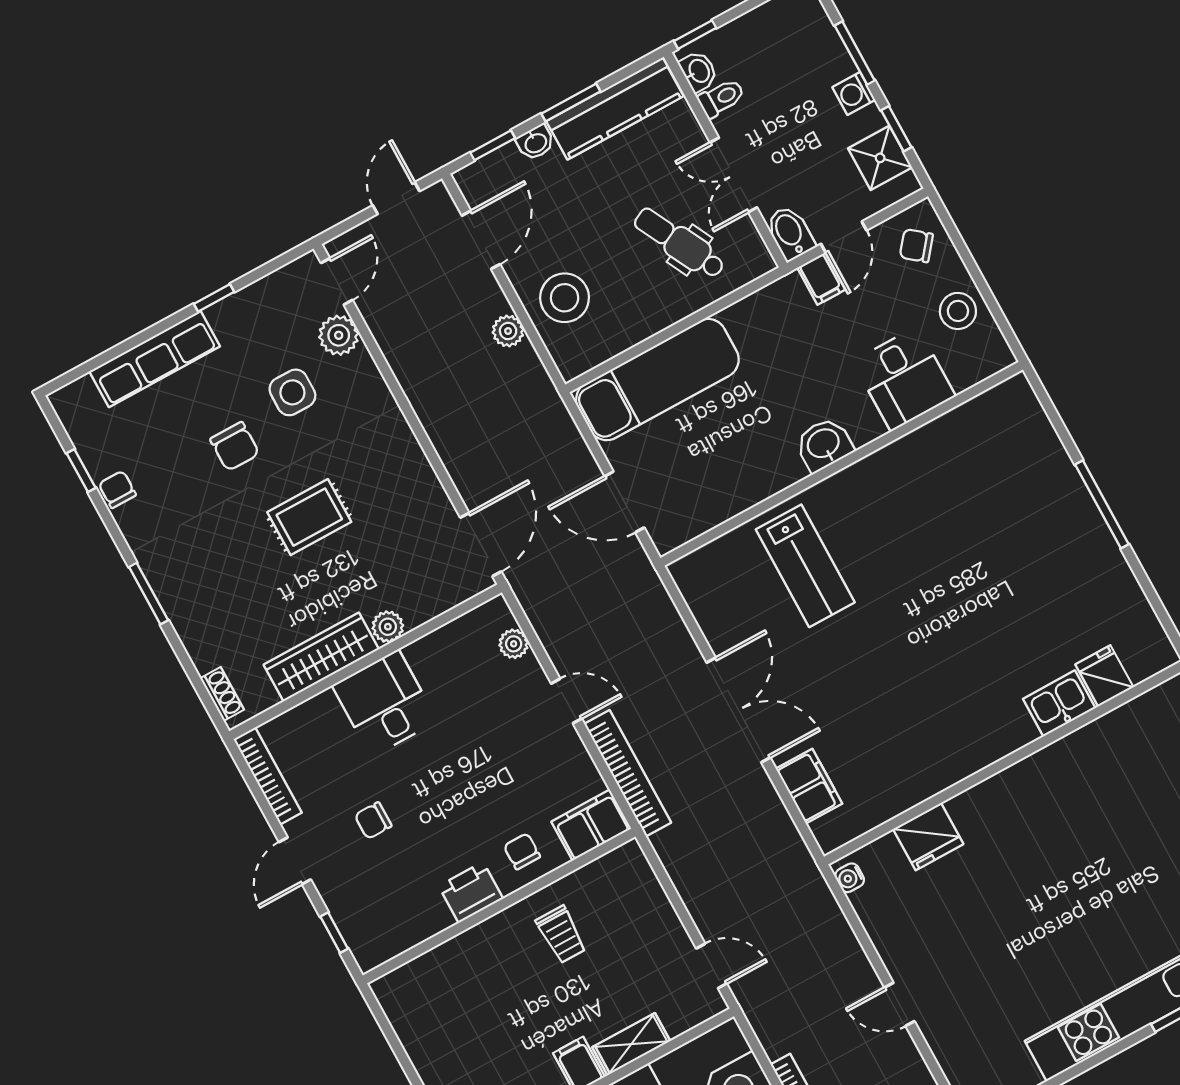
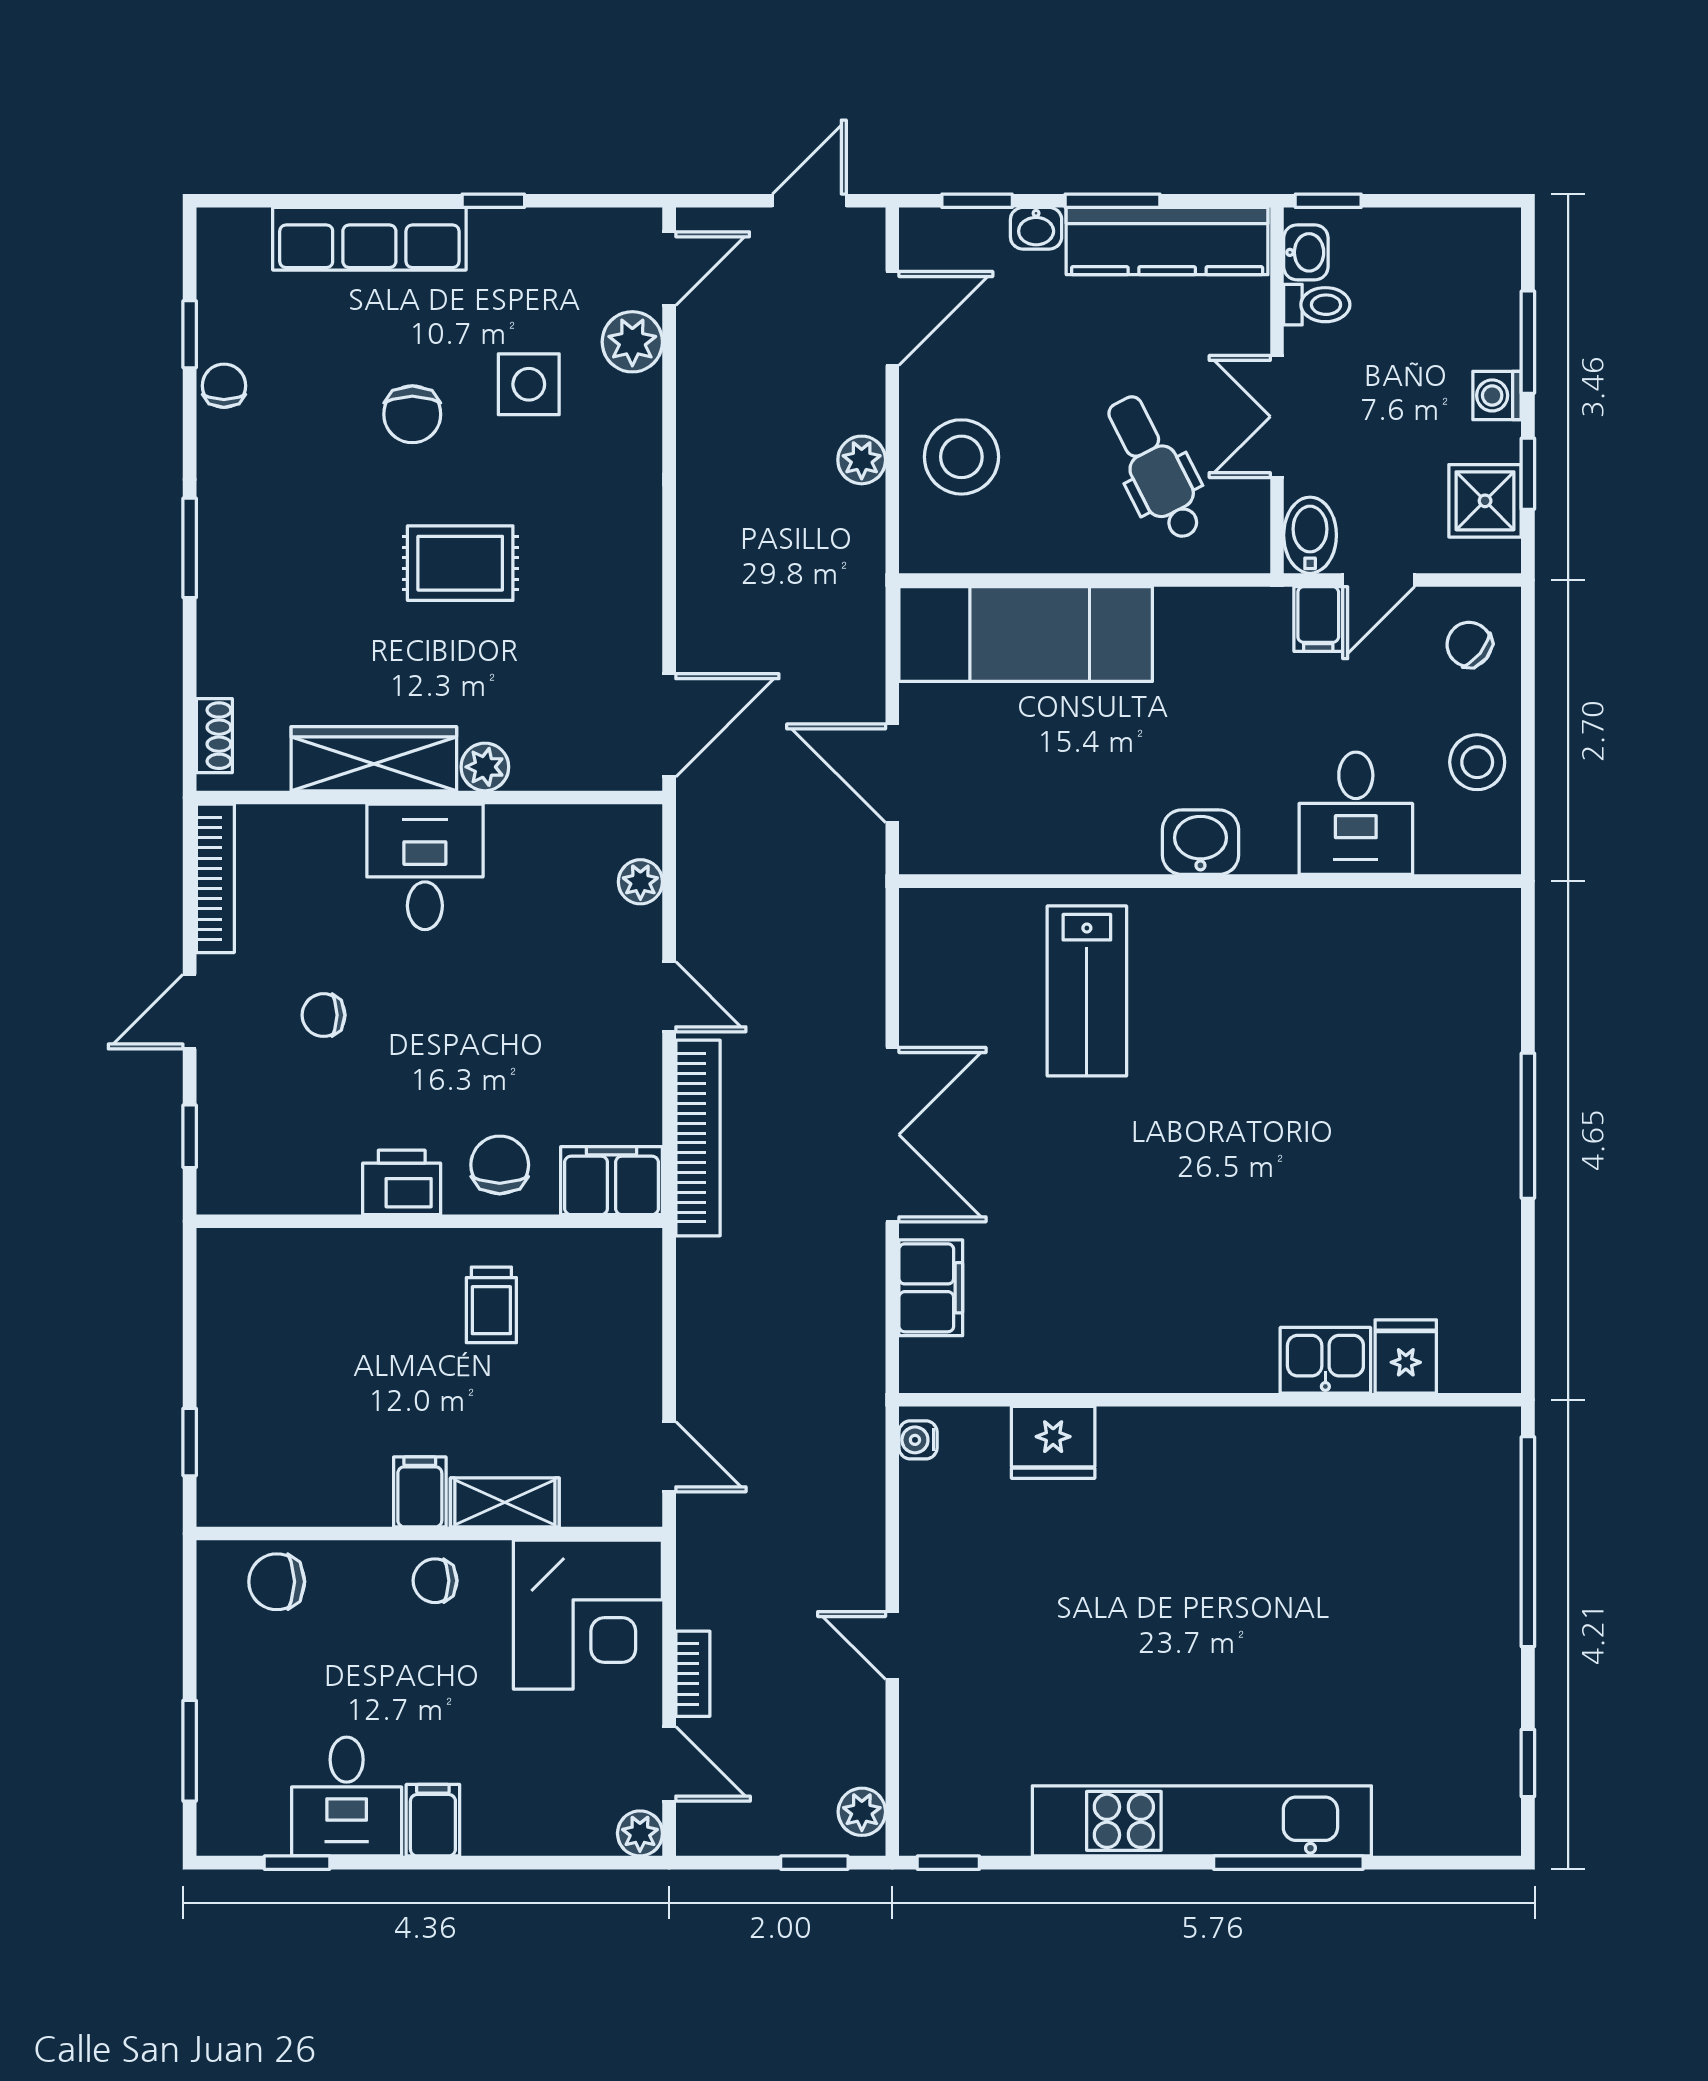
chair: (522, 851) -> (500, 1165), width x1.37, depth x1.37

